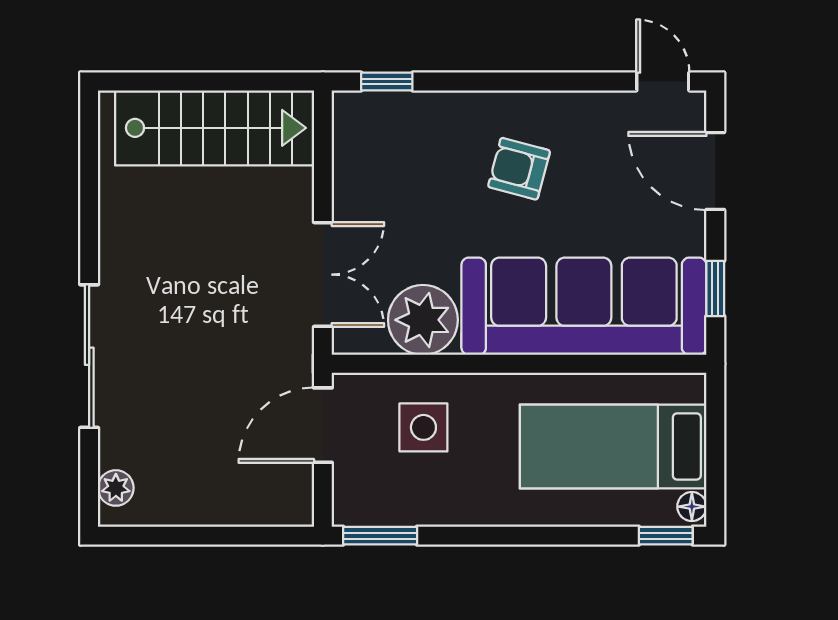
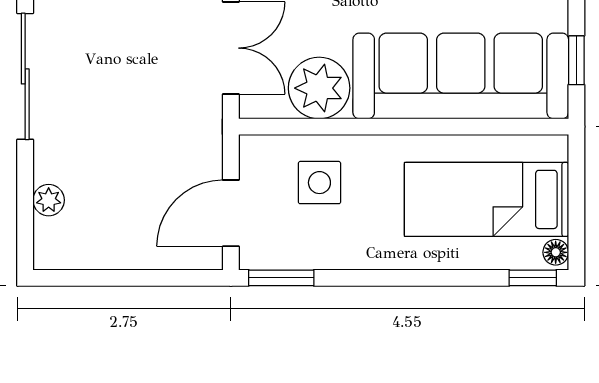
sliding door: (89, 356) -> (25, 76), moved
door: (323, 425) -> (231, 213), moved
plant: (116, 488) -> (49, 200), moved

